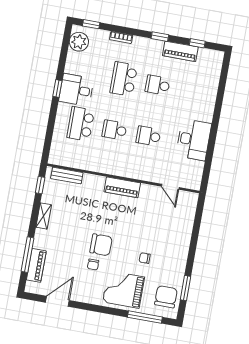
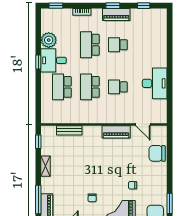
plant: (79, 42) -> (49, 40), moved
piano: (180, 51) -> (116, 14), moved
school desk: (114, 130) -> (90, 87), width x1.85
bench: (67, 176) -> (69, 130), moved
piano: (122, 187) -> (116, 132), moved
chair: (101, 245) -> (157, 153), moved, turned 180

